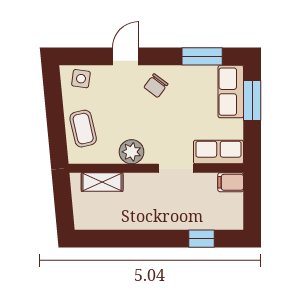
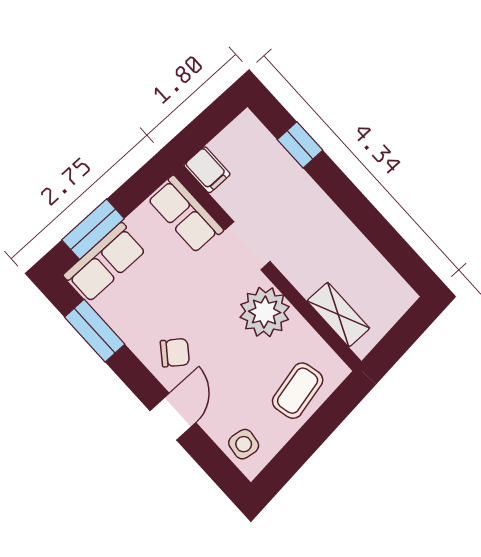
door: (126, 56) -> (173, 417), swing flipped
plant: (132, 152) -> (265, 312), width x1.36, depth x1.36

